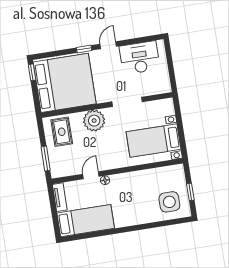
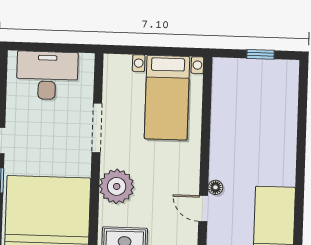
desk: (140, 58) -> (47, 75), moved, turned 90
side table: (169, 202) -> (270, 91), removed

